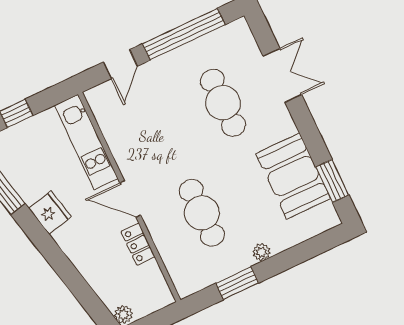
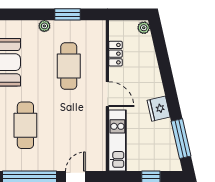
locker: (138, 244) -> (115, 54), moved

